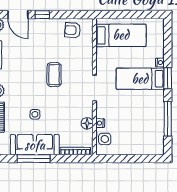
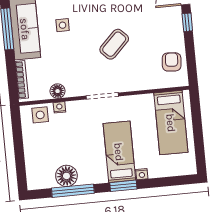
coffee table: (54, 75) -> (114, 44), turned -45
floor lamp: (155, 123) -> (66, 176), added

